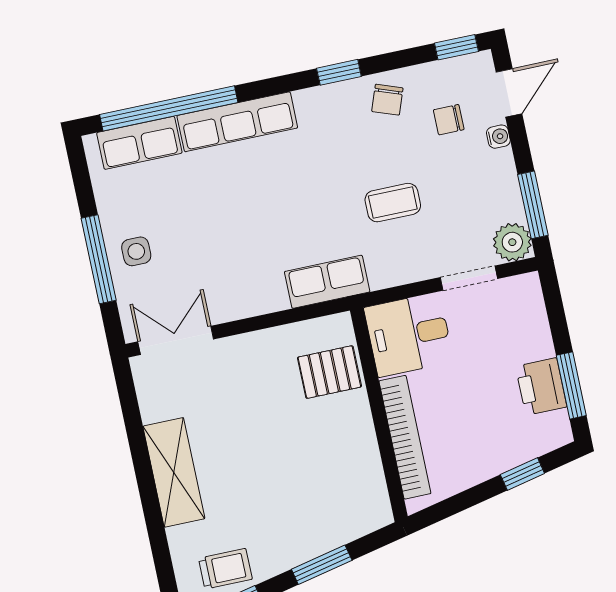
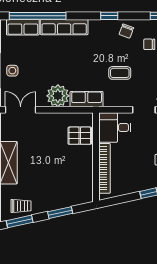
plant: (257, 288) -> (58, 96), added

